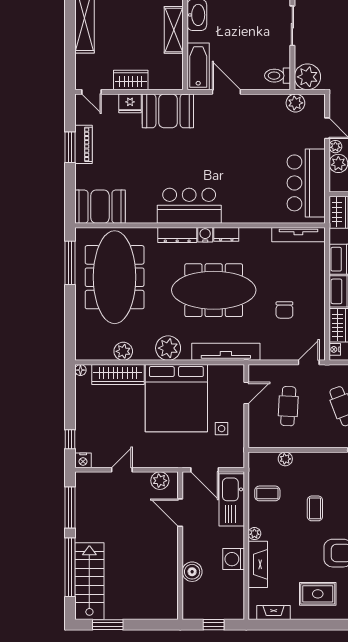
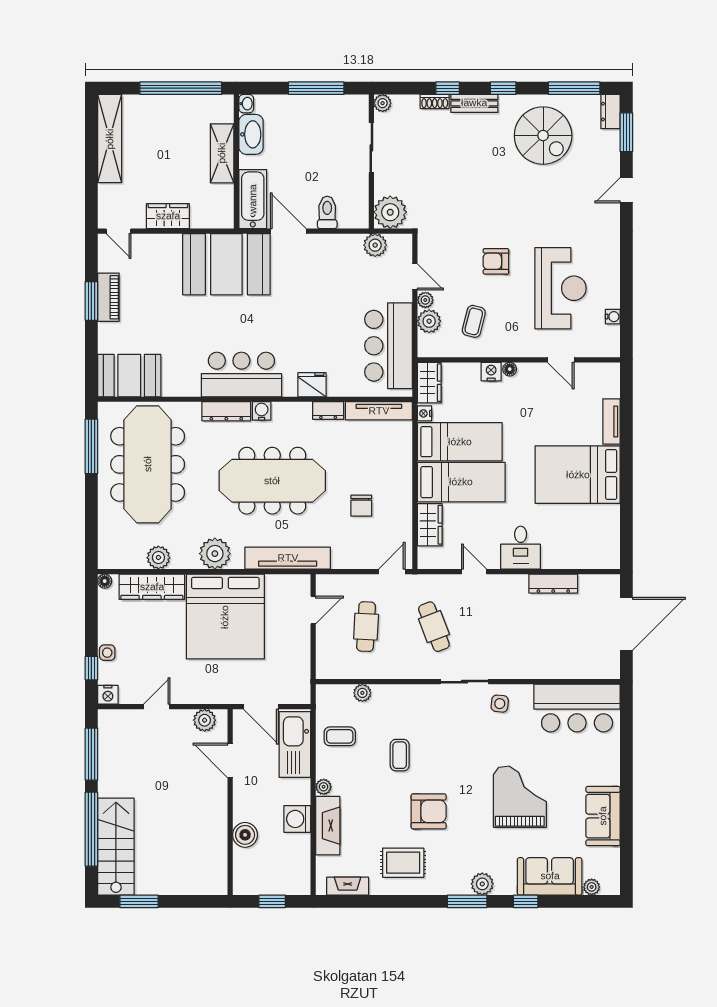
toilet: (278, 76) -> (327, 212), moved, turned 90
fridge: (130, 103) -> (312, 385), moved, turned 180
booth: (168, 111) -> (226, 264), width x1.36, depth x1.42
dresser: (226, 234) -> (328, 411), moved
nightstand: (335, 349) -> (425, 413), moved
side table: (222, 429) -> (107, 653), moved

